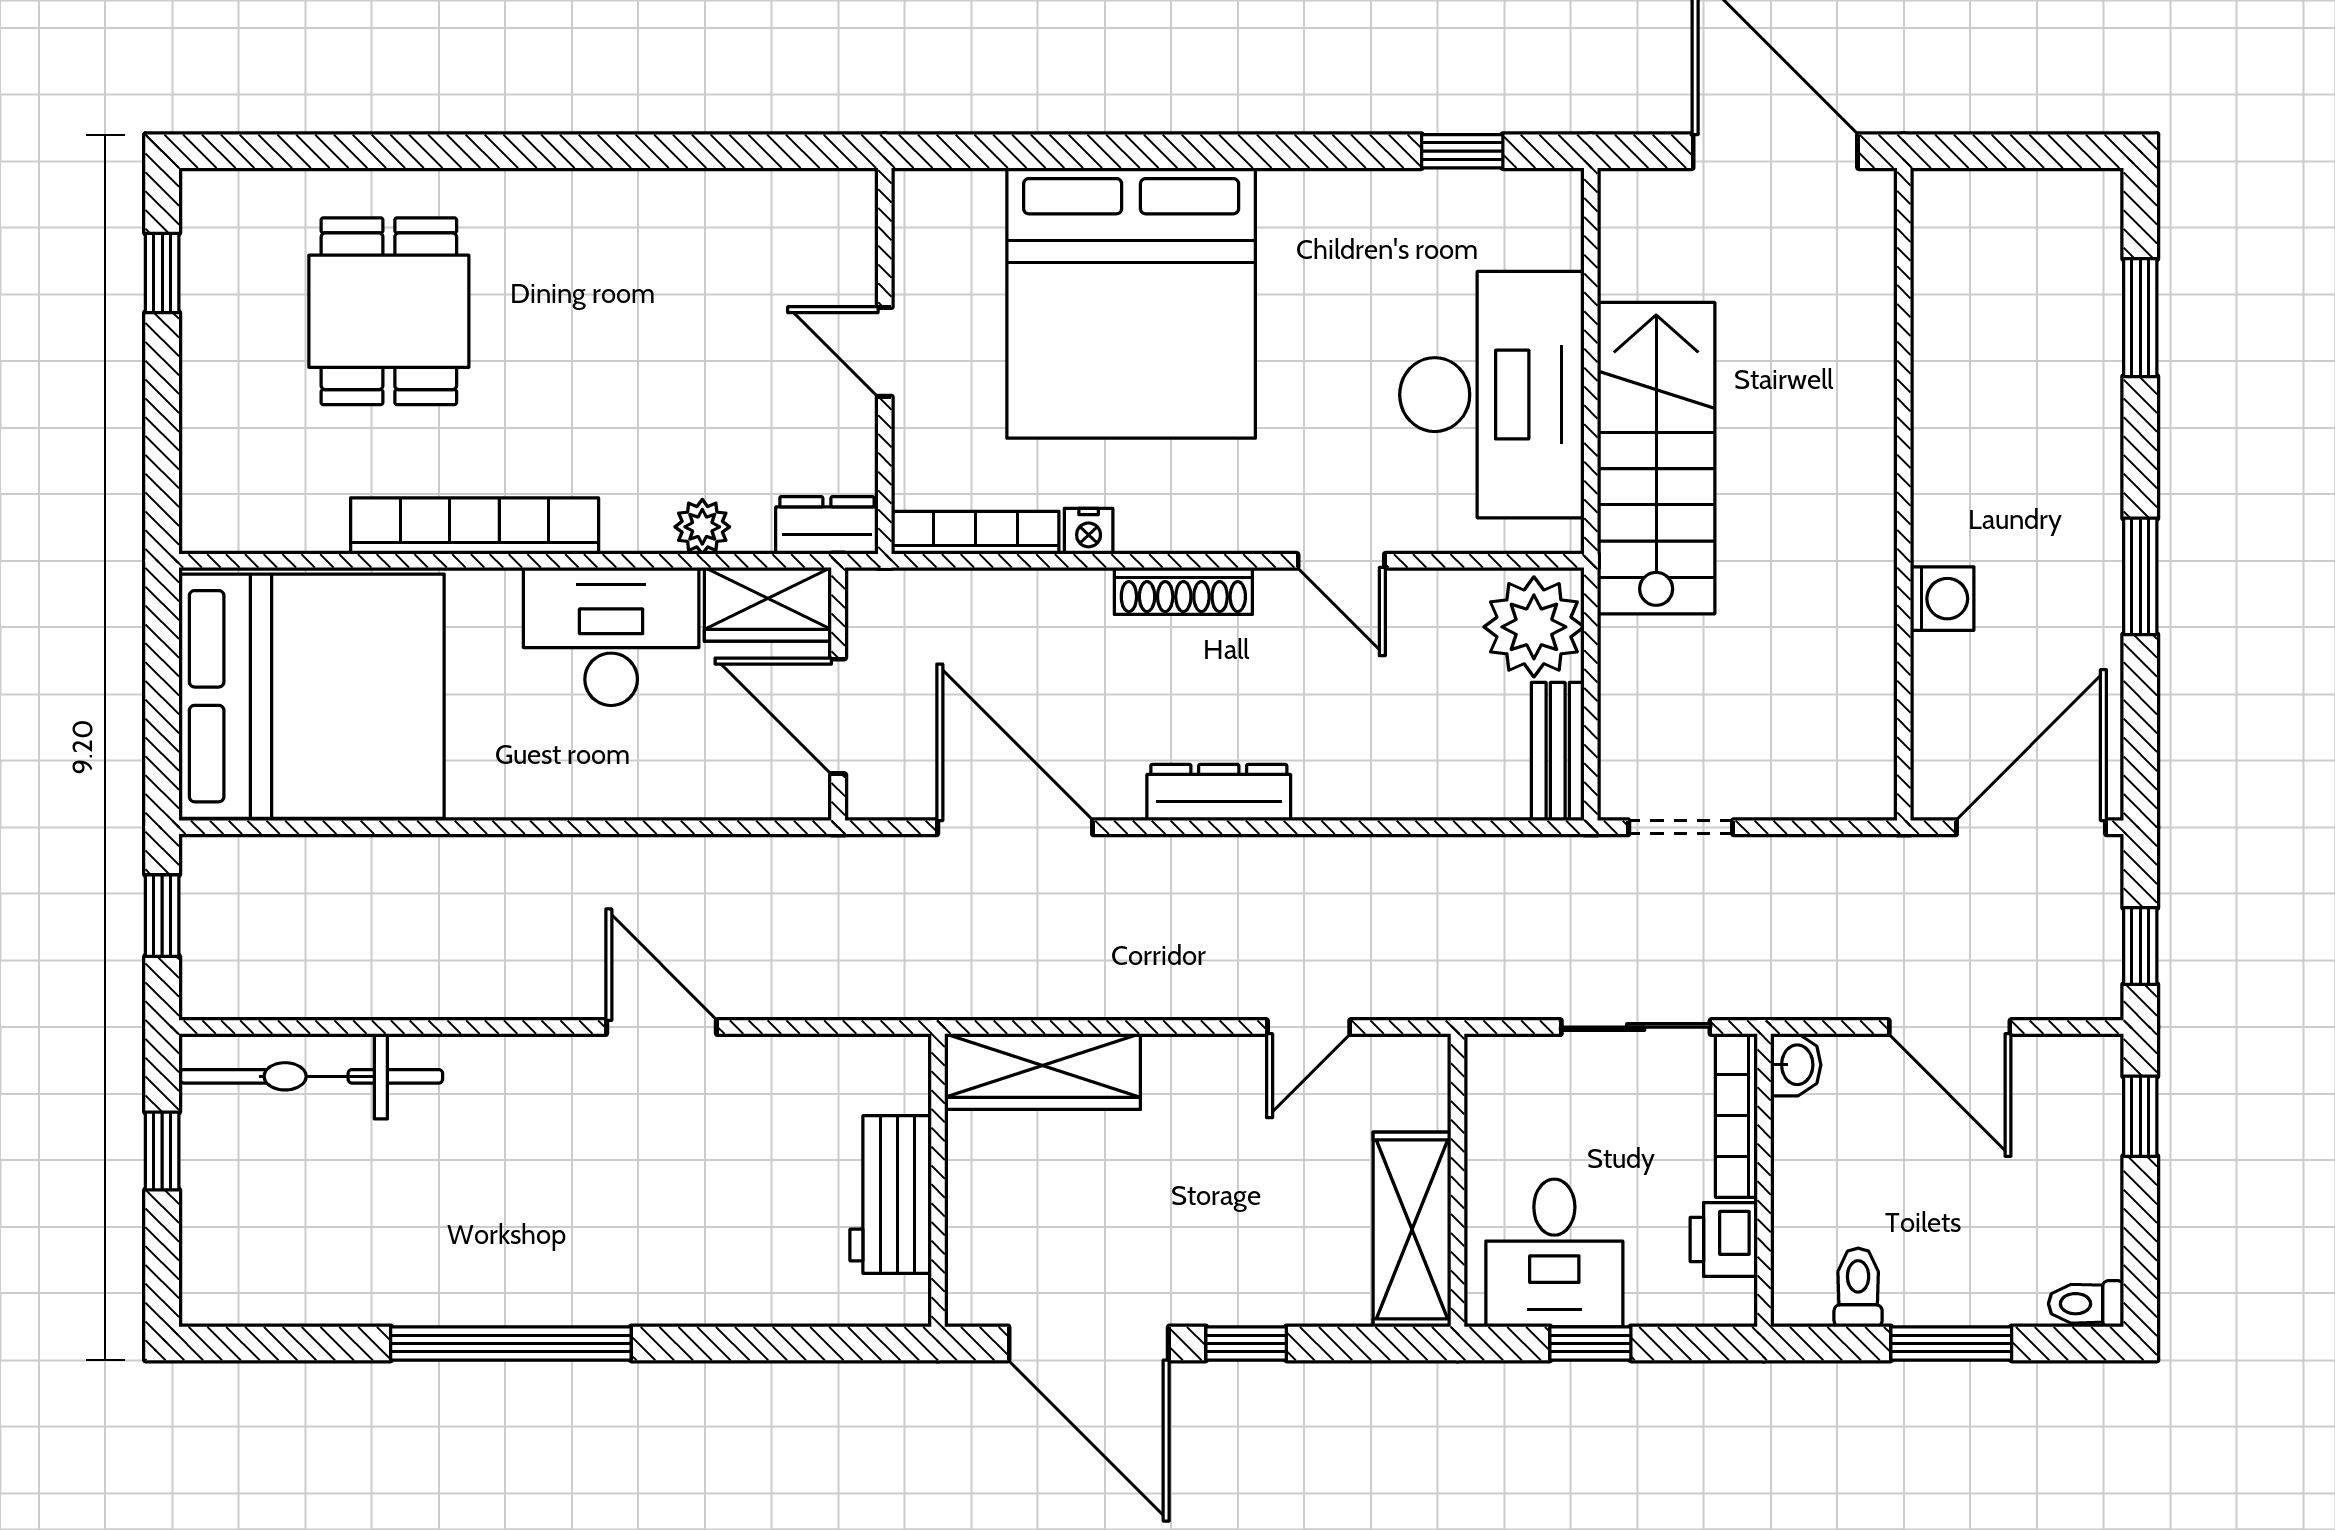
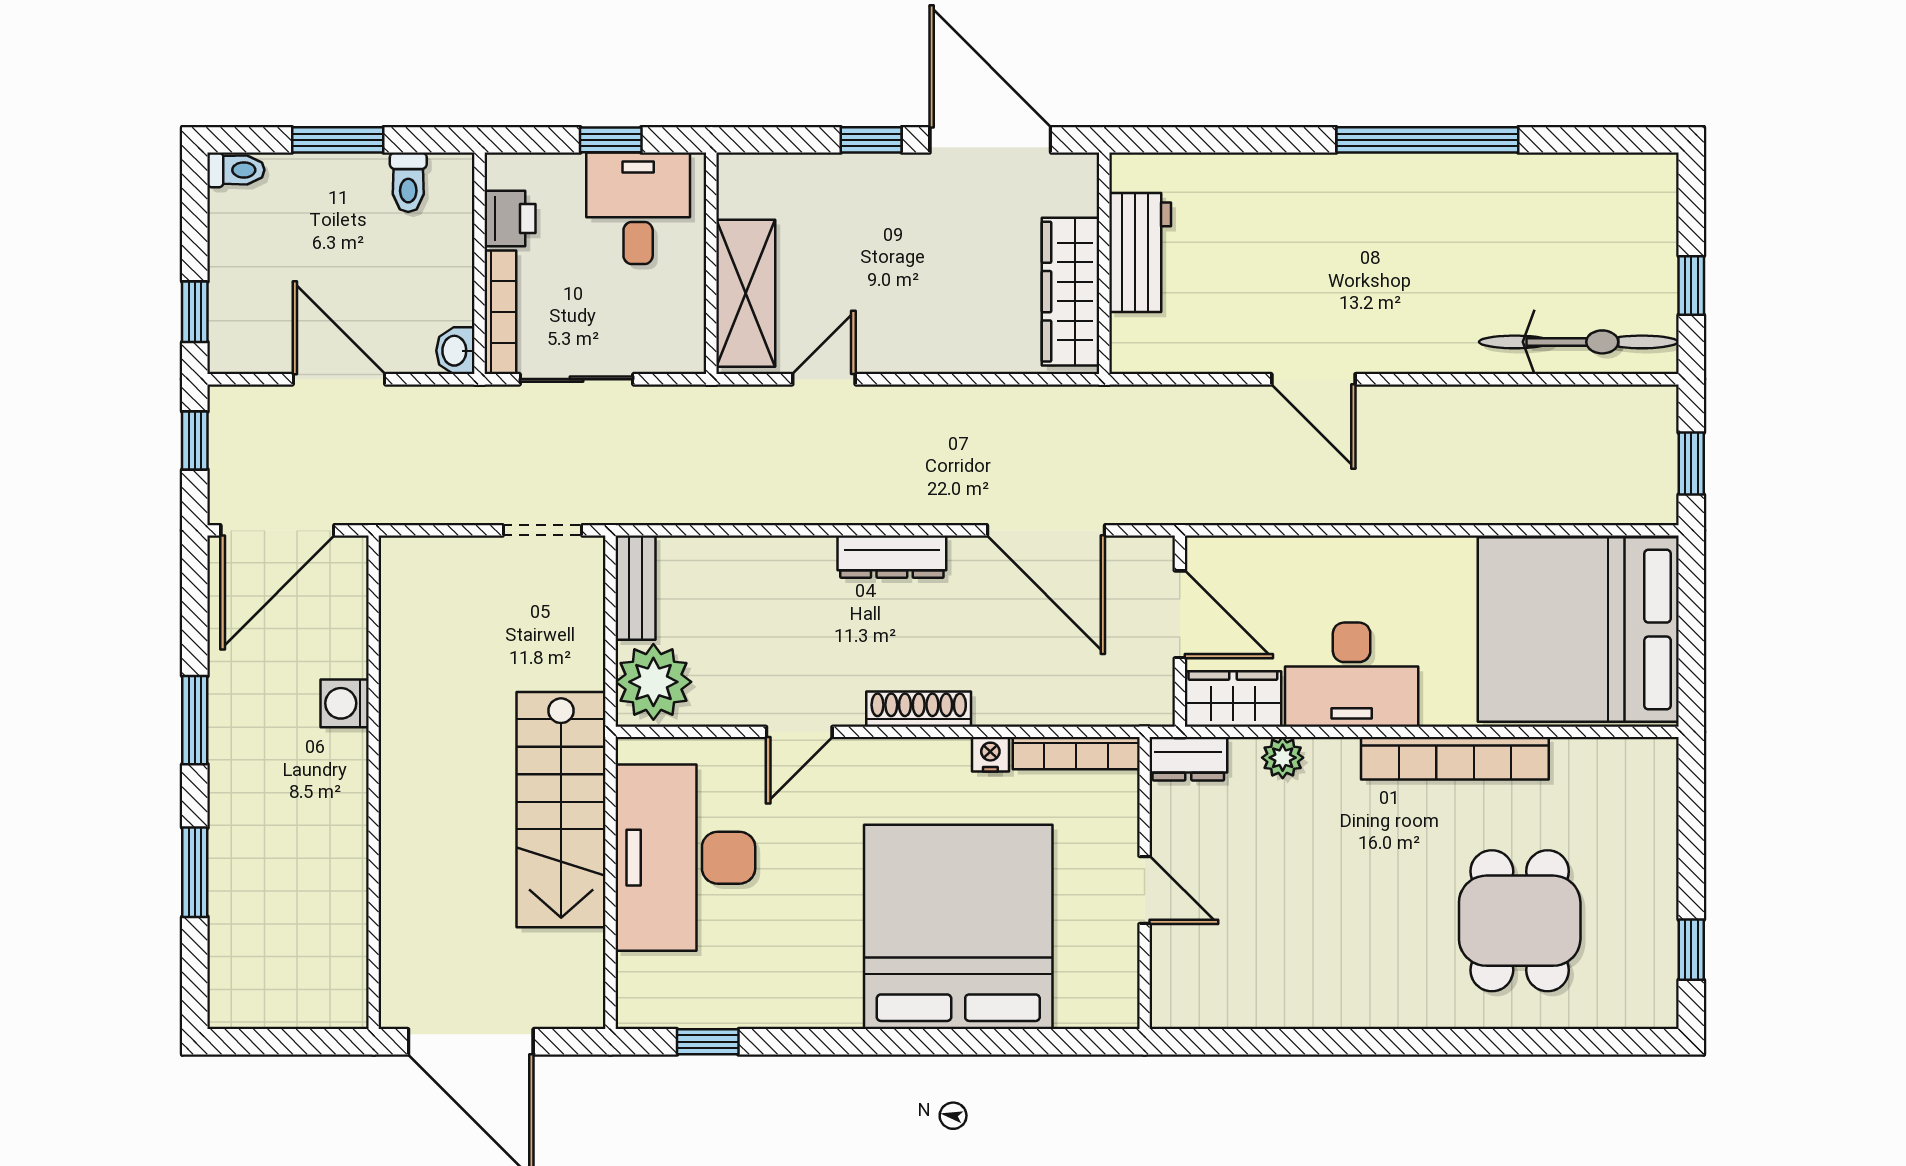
window: (2140, 318) -> (195, 872), moved
door: (1341, 561) -> (799, 732), swing flipped
wardrobe: (1043, 1072) -> (1071, 292), moved, turned -90
shelving: (1412, 1229) -> (746, 293), moved

